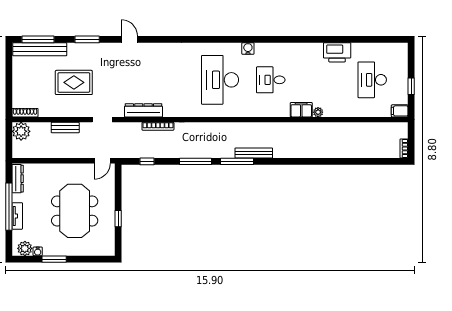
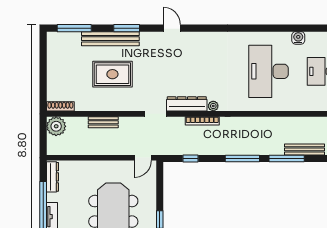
bench: (40, 49) -> (110, 39), moved
plant: (168, 112) -> (213, 106), added
doorway: (102, 120) -> (156, 114), moved

